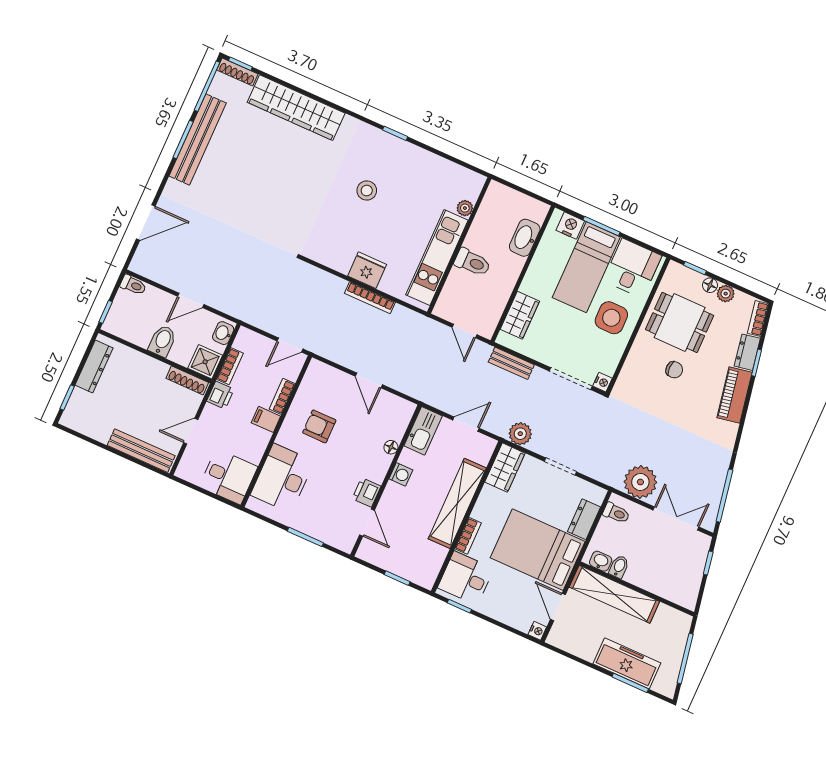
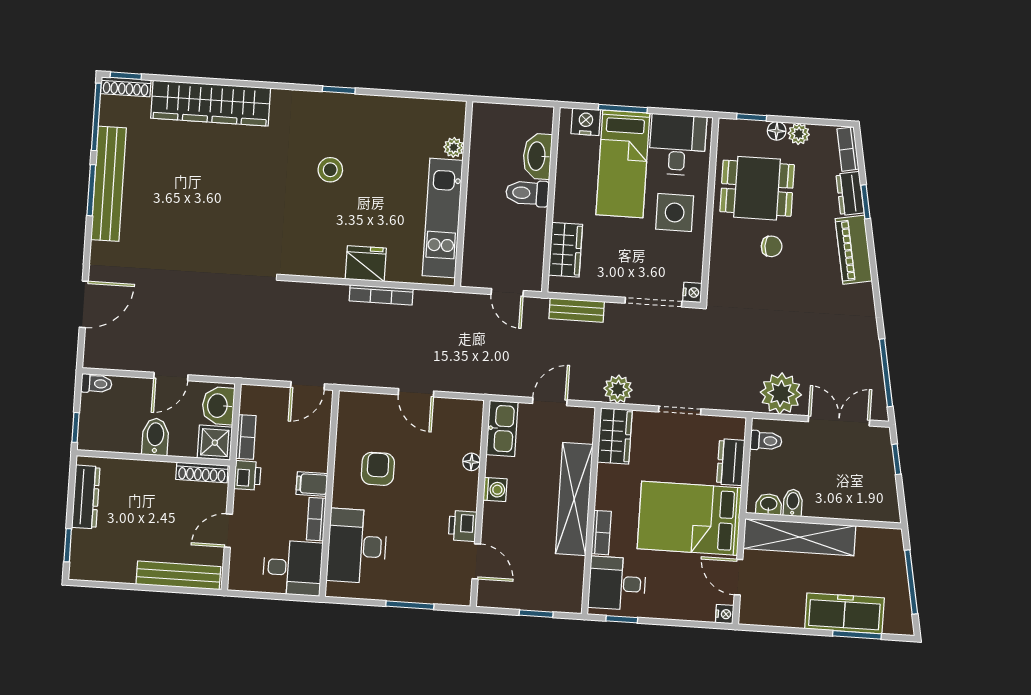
toilet: (472, 262) -> (527, 193), moved, turned 180
washbasin: (223, 333) -> (218, 406), width x1.38, depth x1.45
bookcase: (282, 396) -> (316, 519), moved
armchair: (319, 426) -> (378, 469), turned 90

